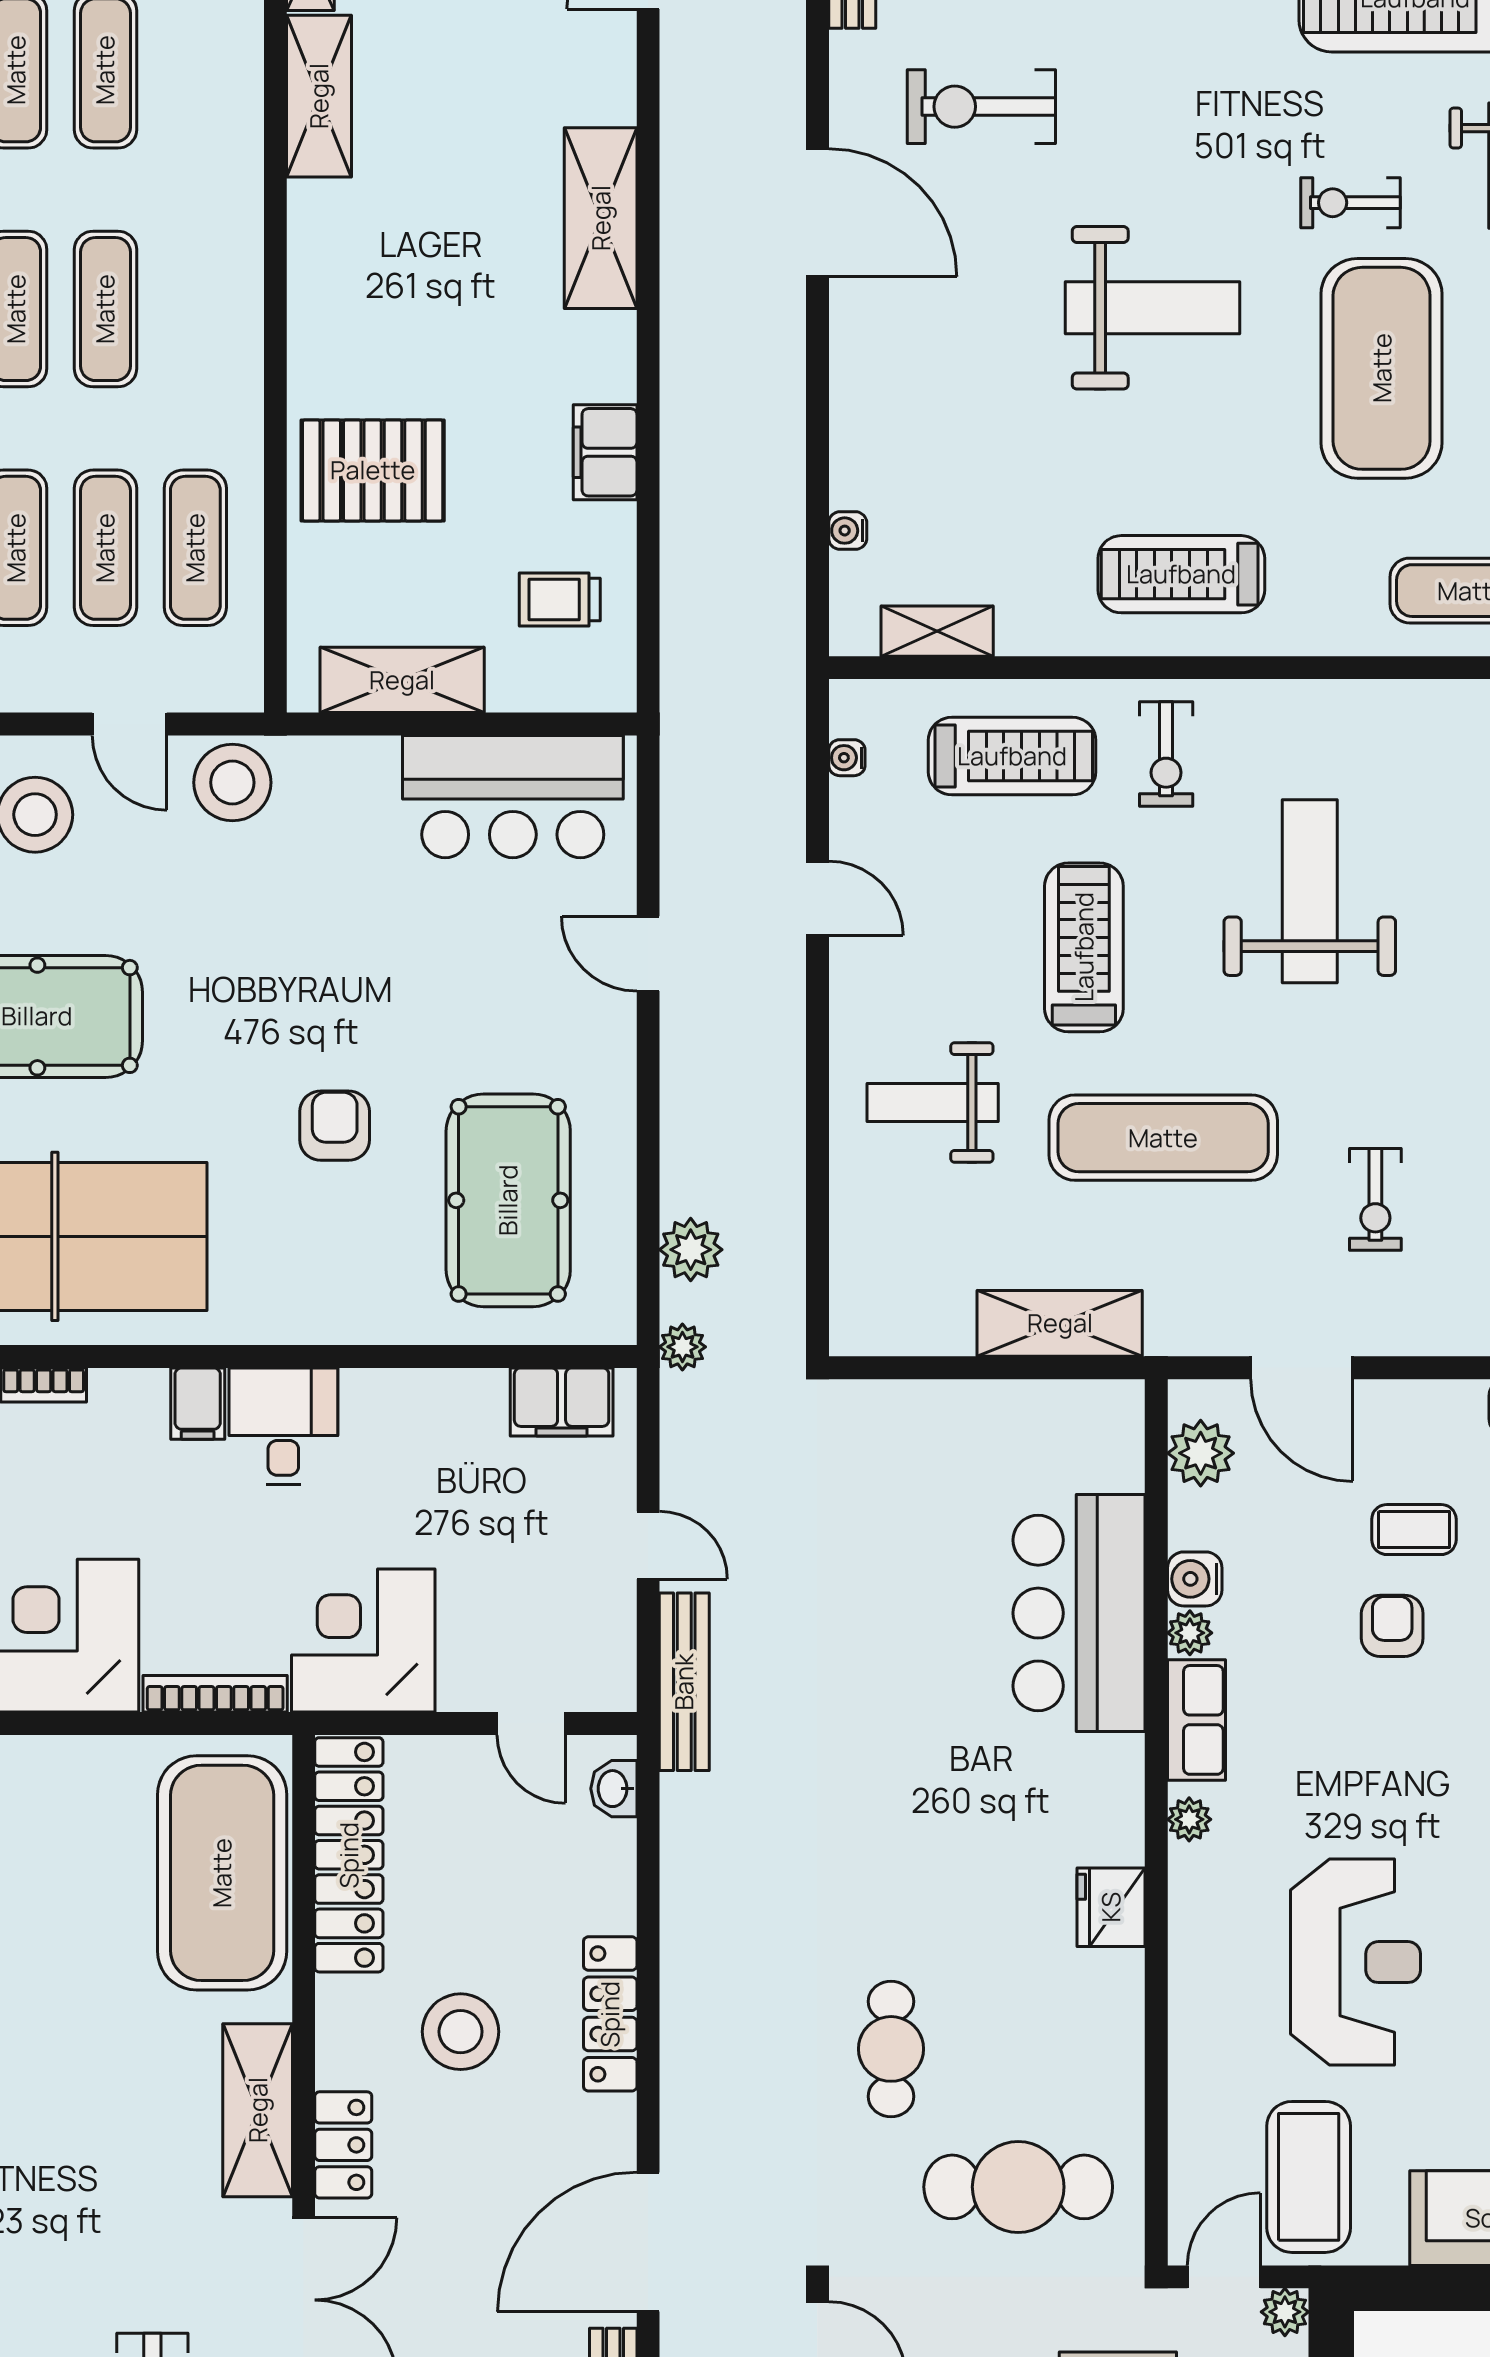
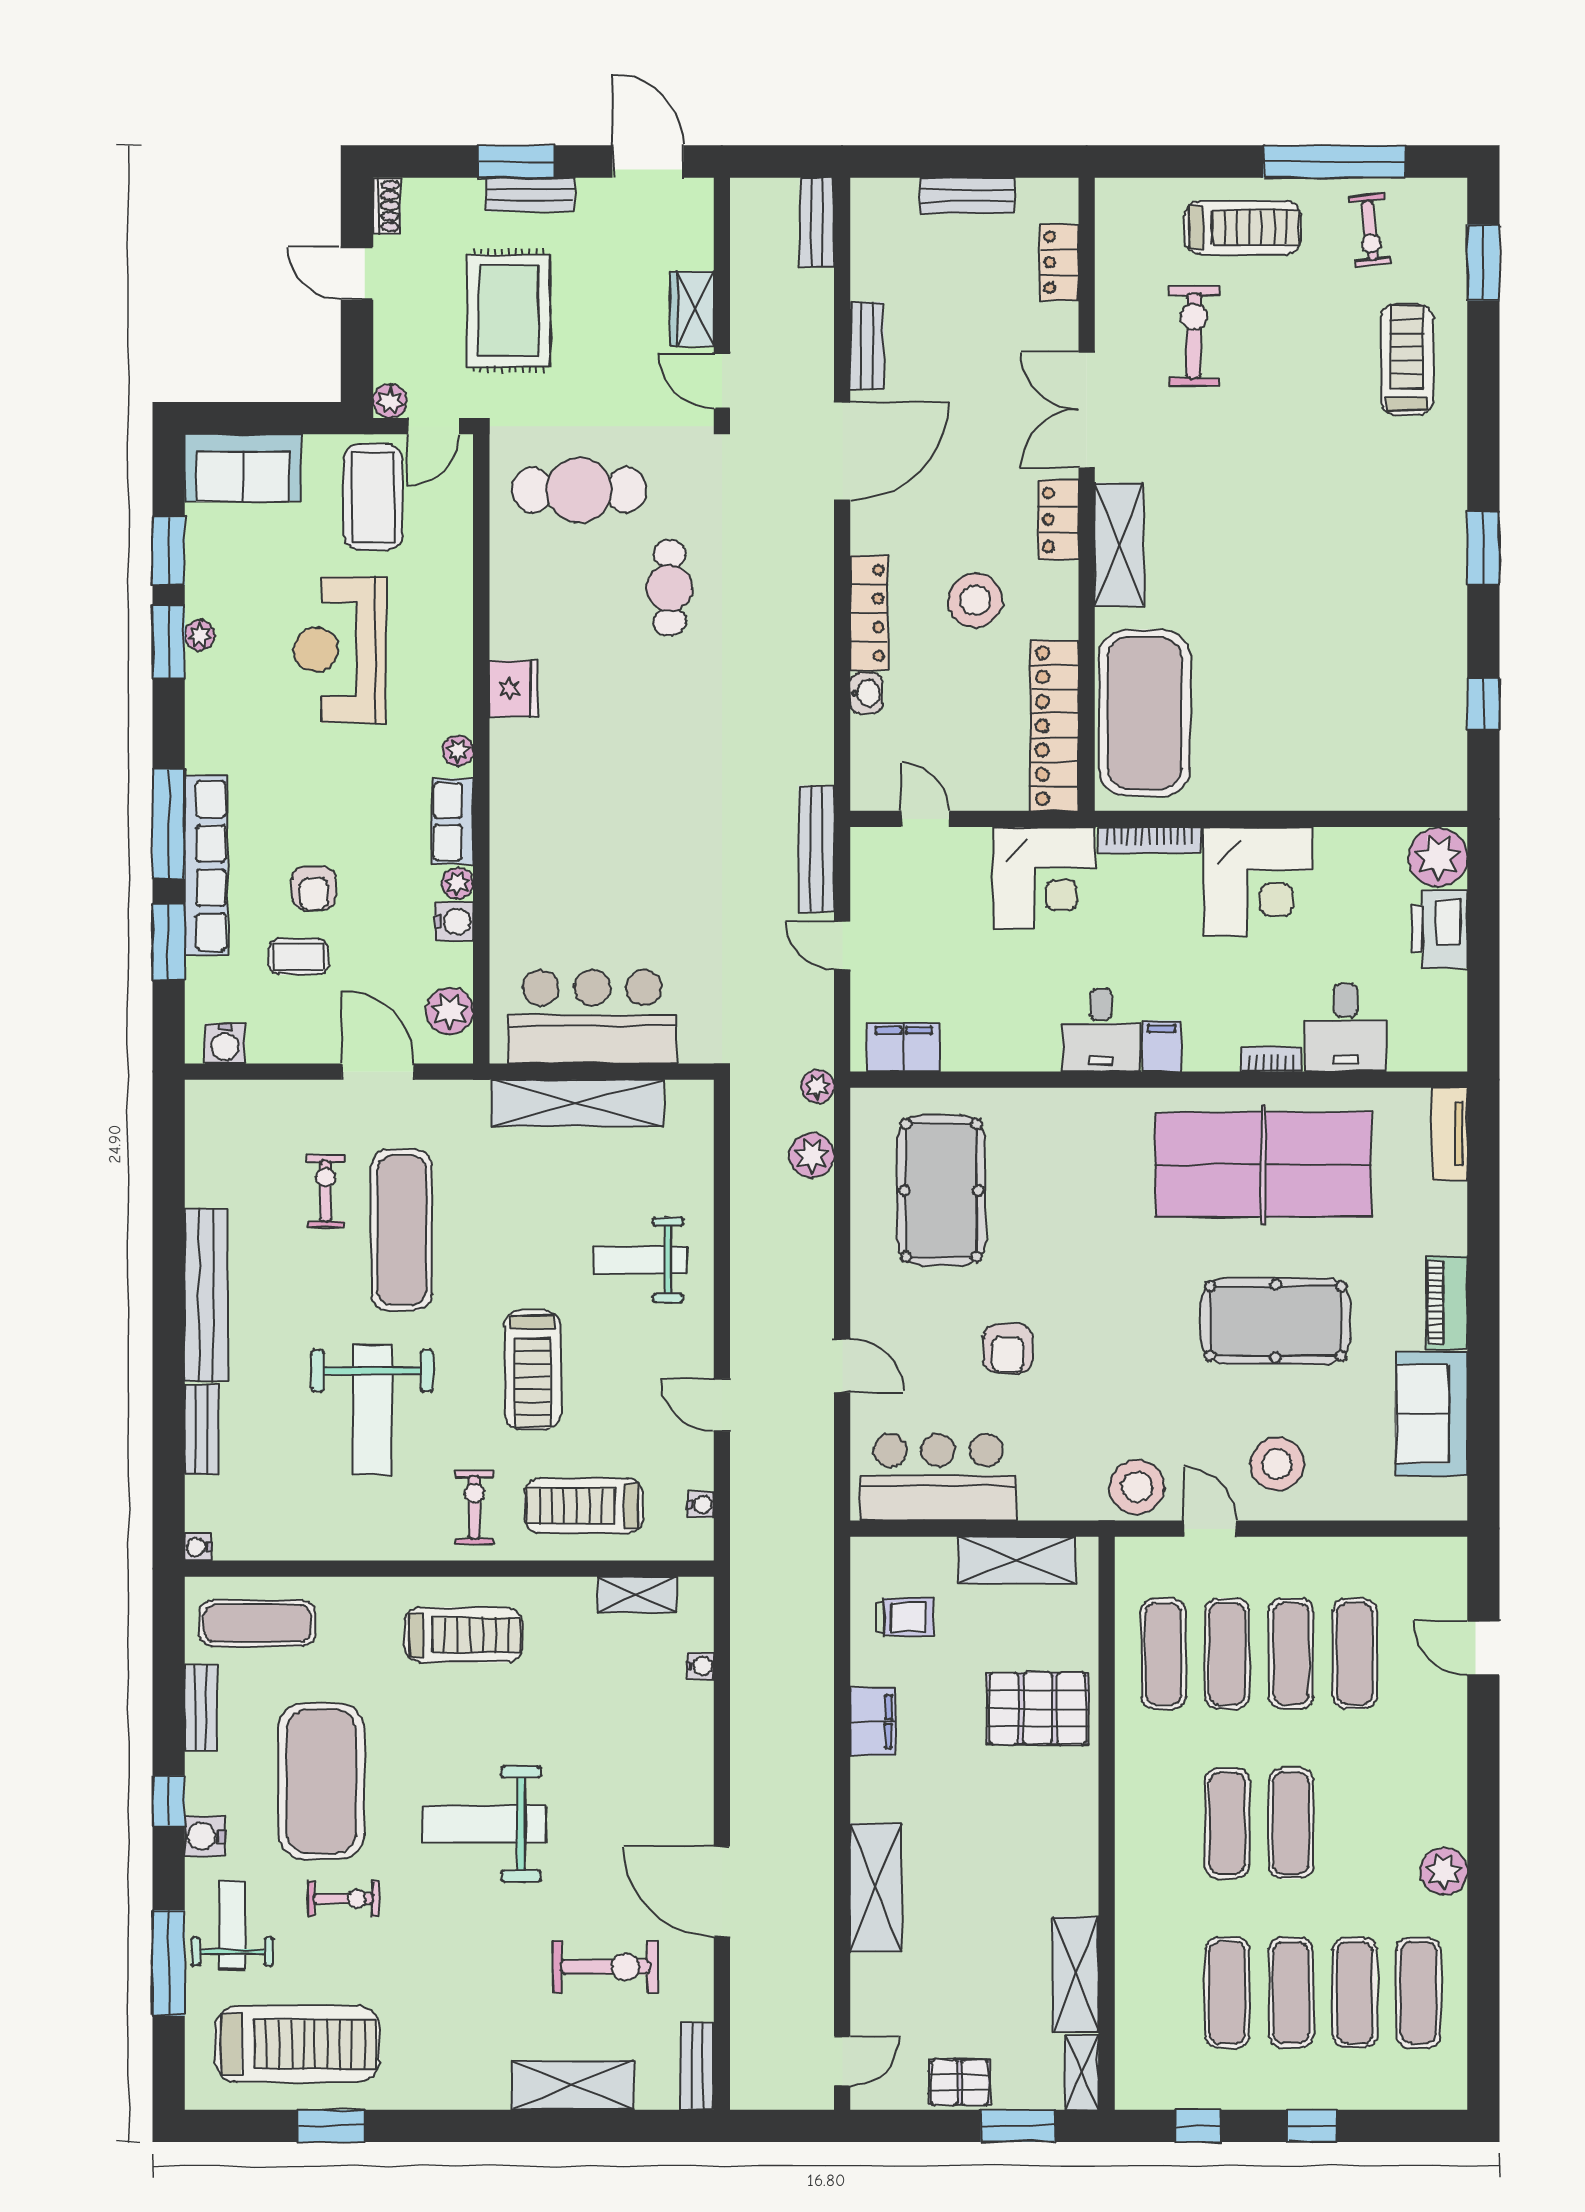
weight bench: (933, 1103) -> (640, 1260), turned 180
armchair: (335, 1126) -> (1008, 1348), moved
exercise mat: (1163, 1138) -> (402, 1230), moved, turned 90
shelving: (1060, 1323) -> (577, 1103), width x1.47
bar counter: (1079, 1613) -> (592, 1017), moved, turned -90
washbasin: (614, 1789) -> (866, 693), moved

